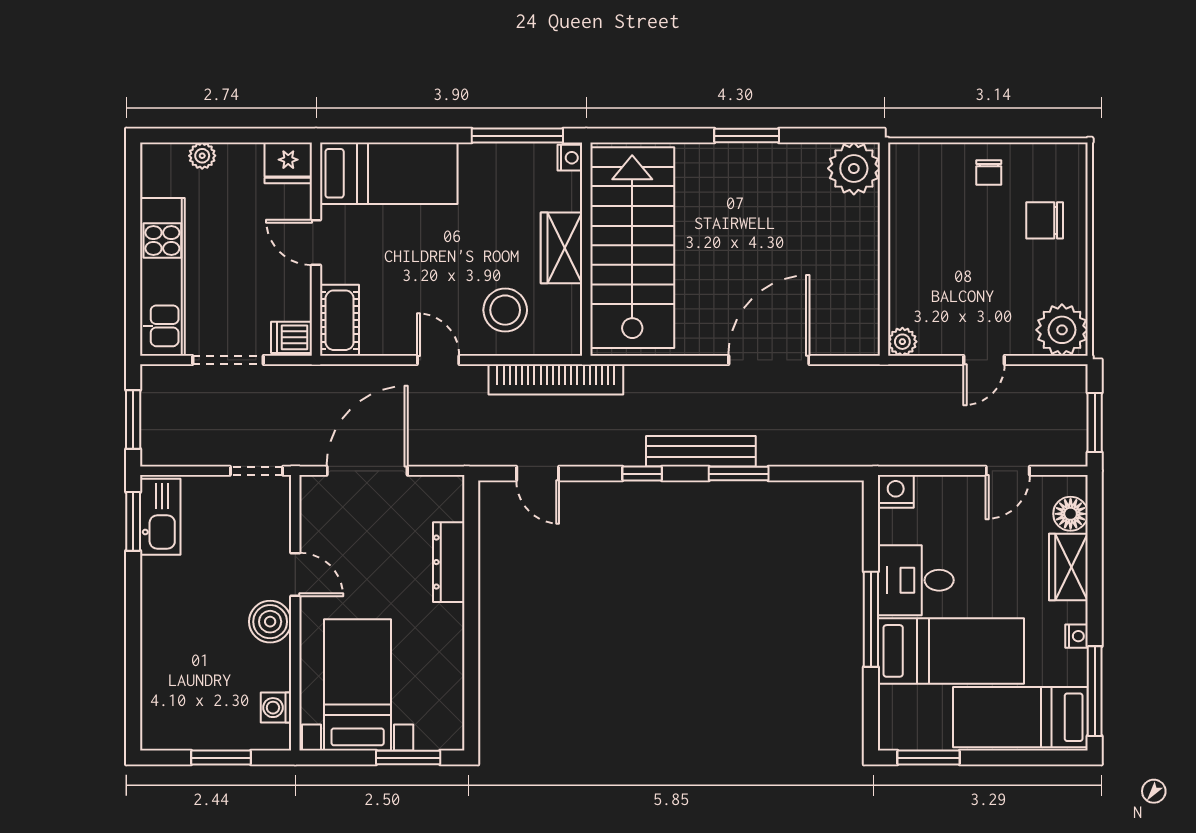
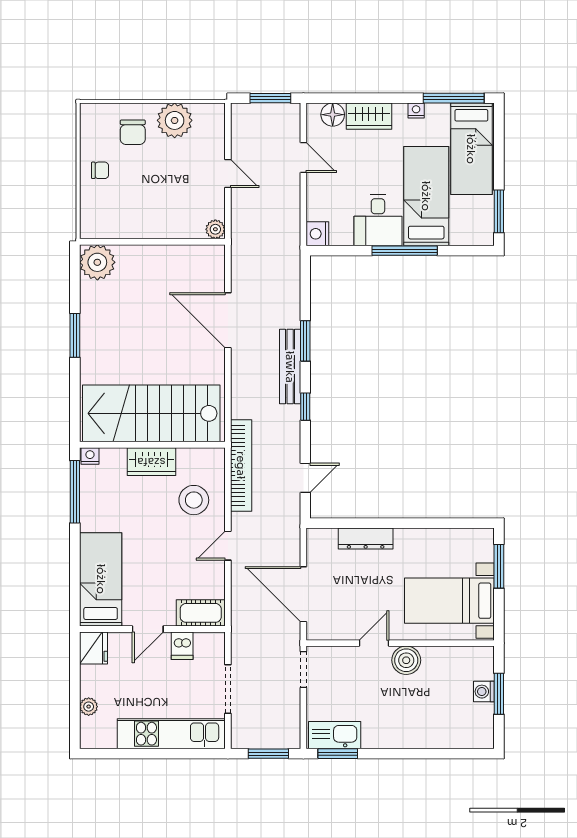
plant: (1062, 330) -> (175, 120), moved
dishwasher: (292, 337) -> (182, 646), moved
washing machine: (276, 708) -> (484, 692), moved, turned 90

